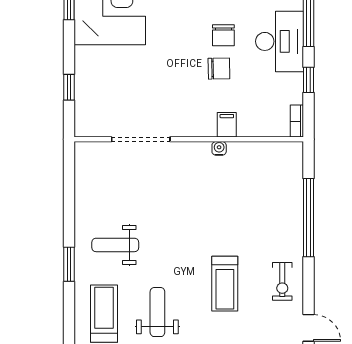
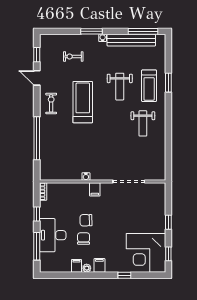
window: (69, 87) -> (168, 222), moved
filing cabinet: (227, 125) -> (95, 189), moved
weight bench: (115, 245) -> (143, 123), turned 90
window: (69, 264) -> (168, 83), moved
treadmill: (225, 284) -> (83, 102), width x1.37, depth x1.38

